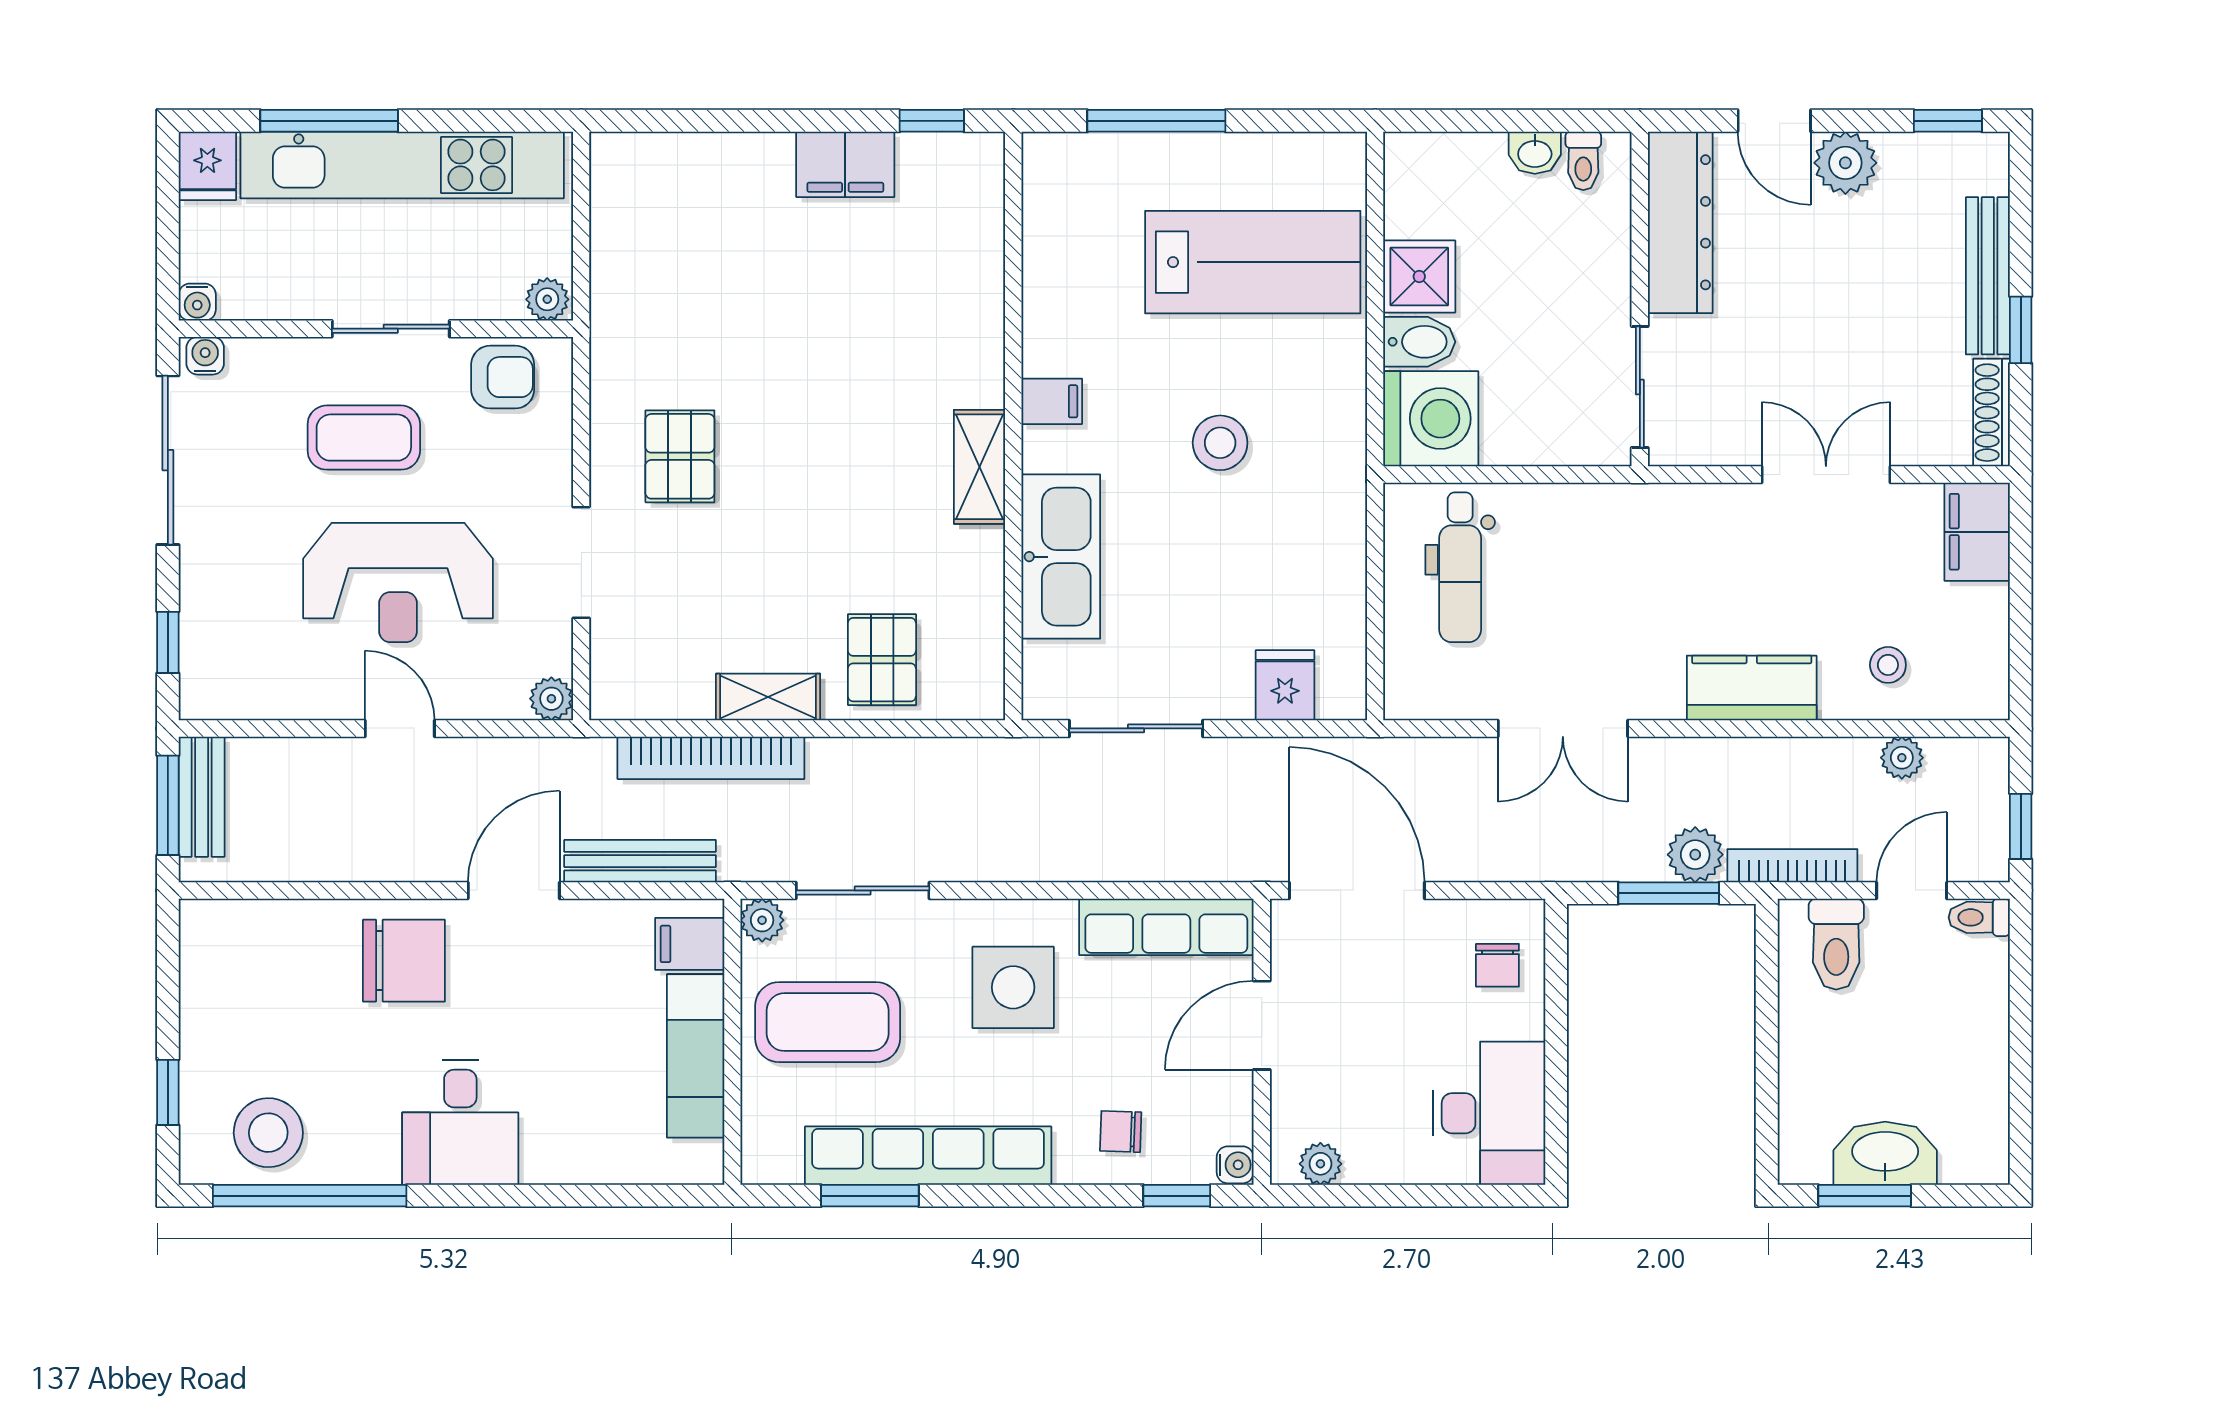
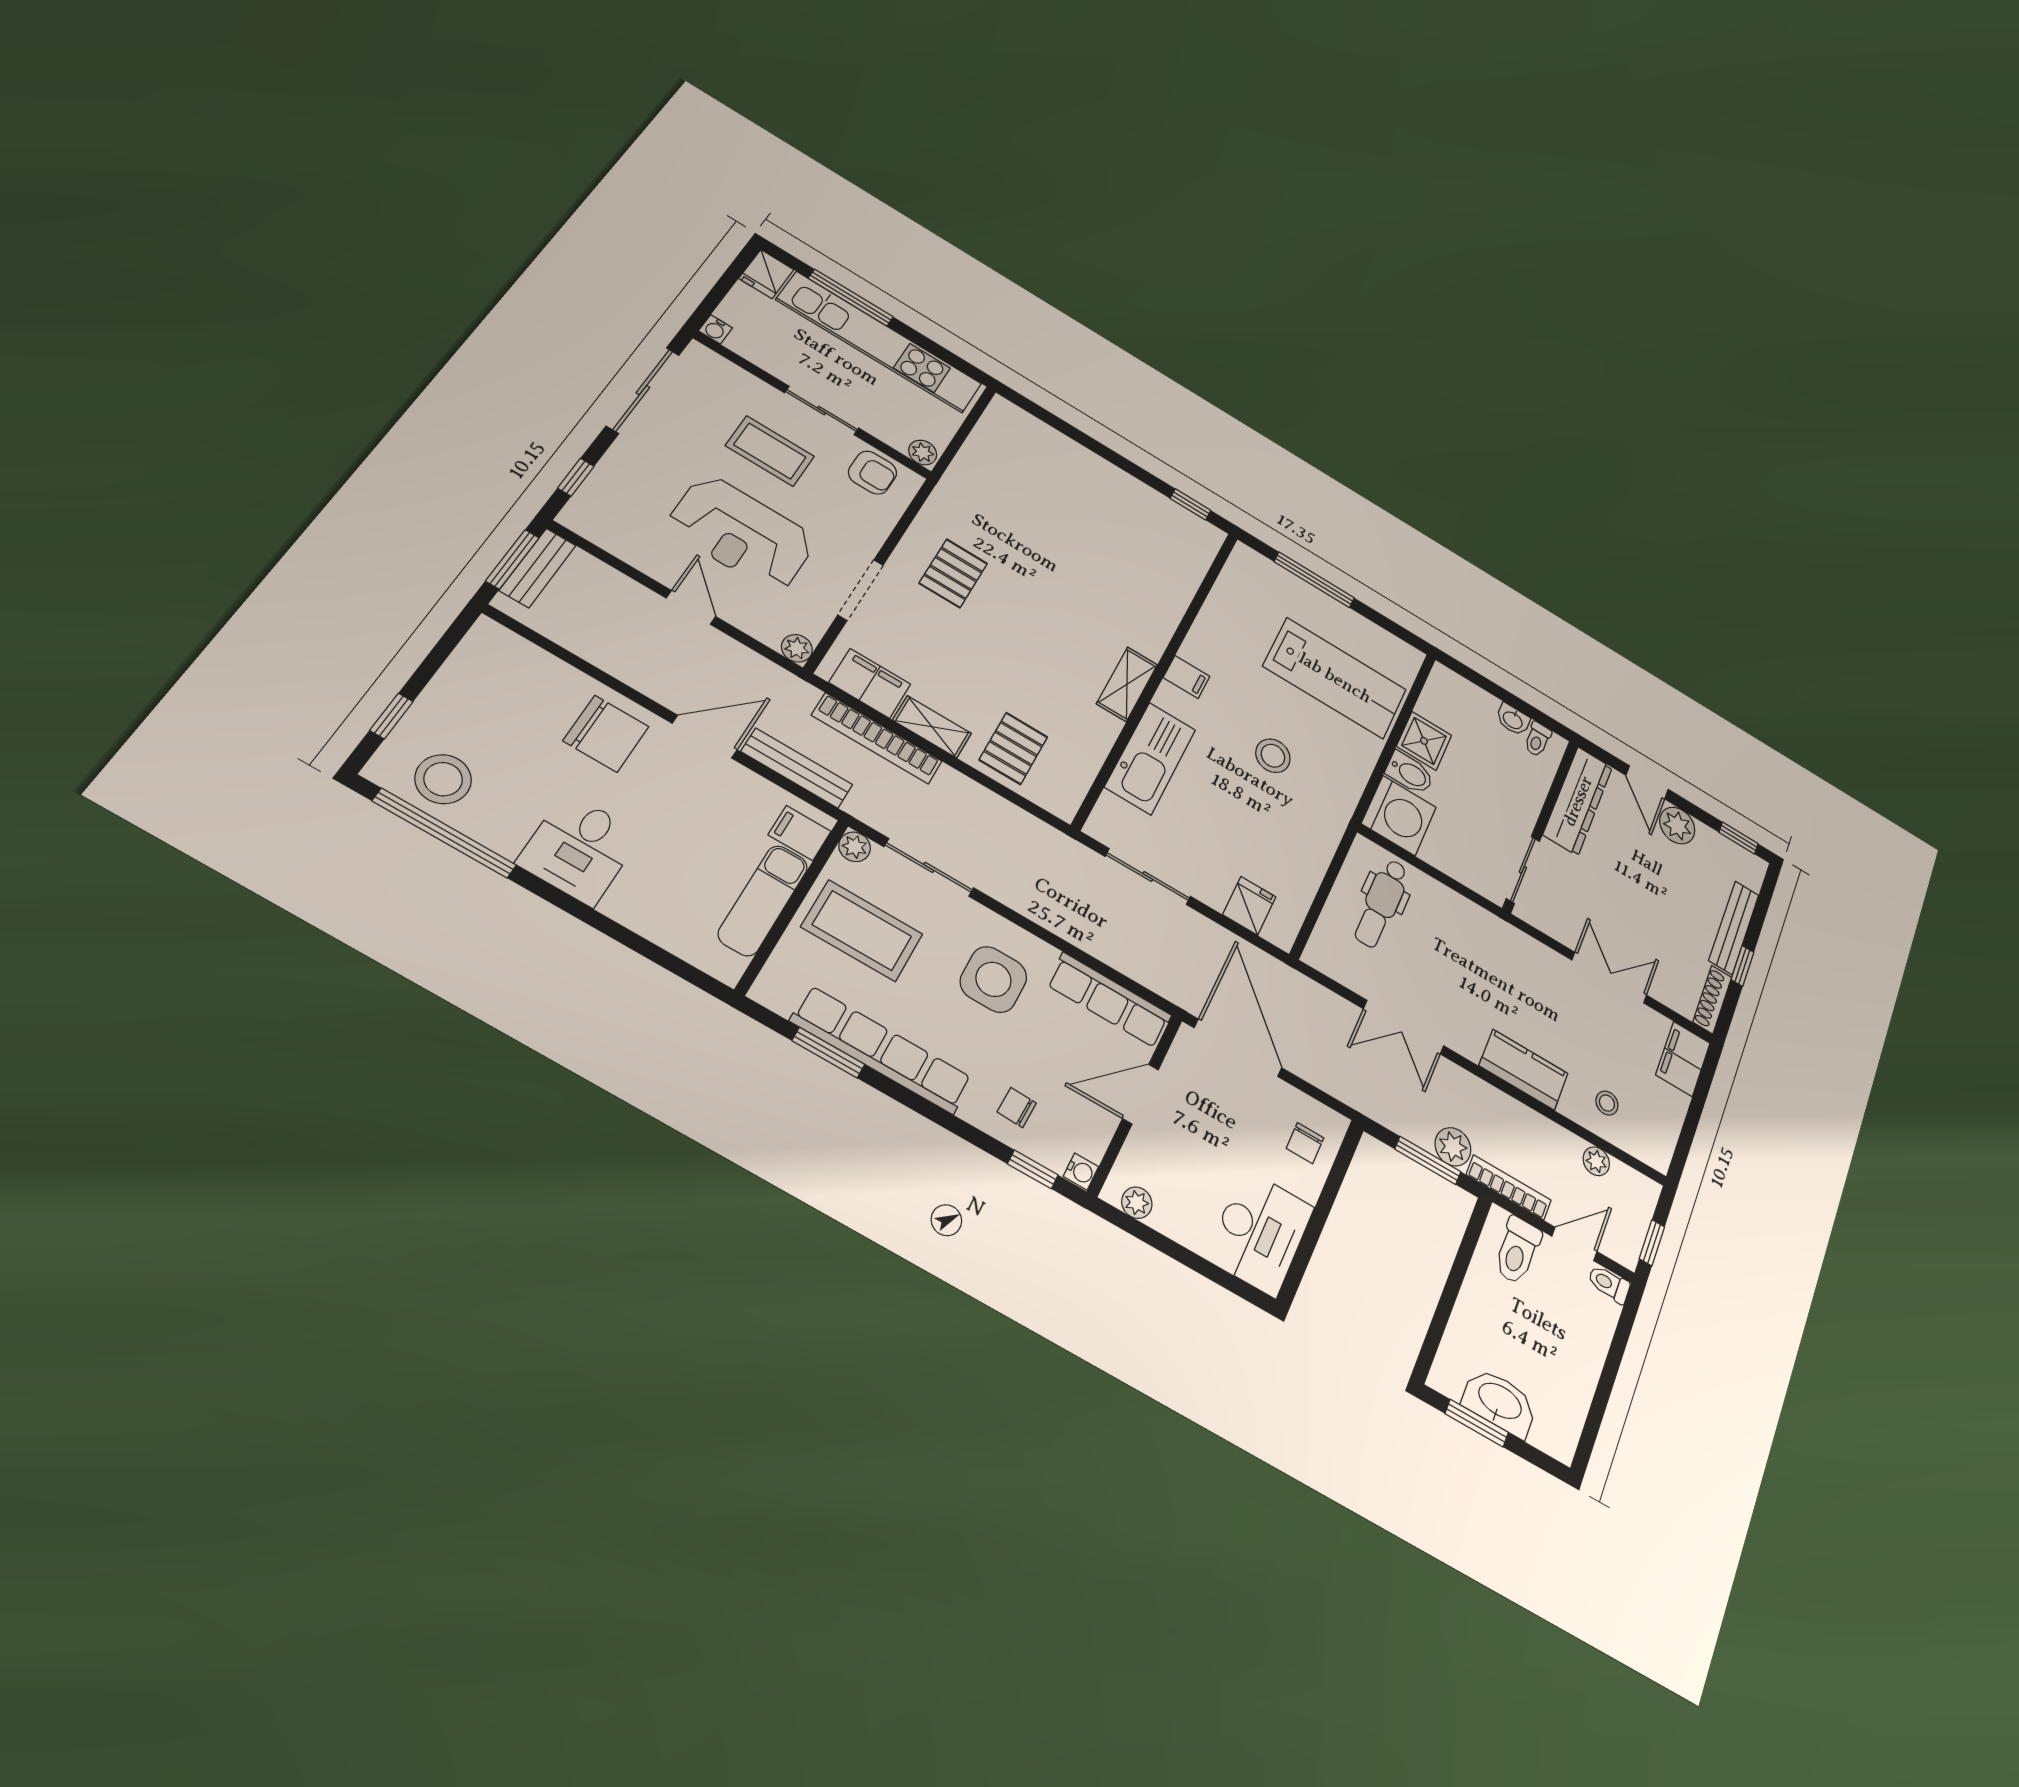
filing cabinet: (845, 164) -> (870, 683), moved, turned 180
water cooler: (205, 356) -> (702, 356), removed

